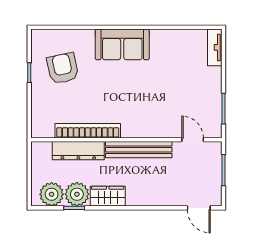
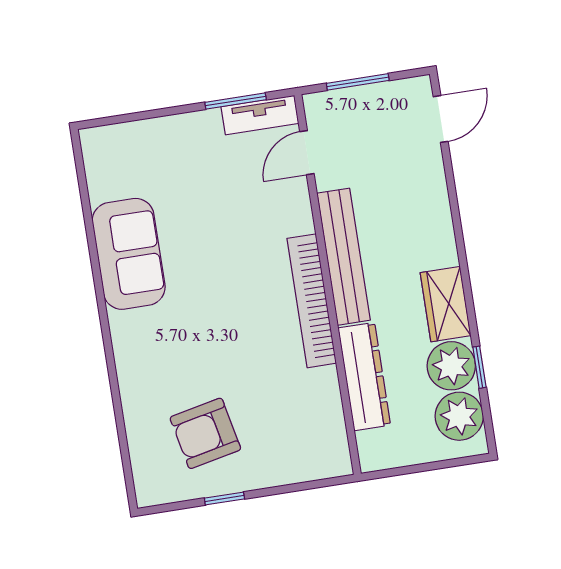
sofa: (122, 44) -> (129, 254), moved
tv unit: (215, 47) -> (260, 115), moved
bookcase: (88, 131) -> (312, 301), moved

